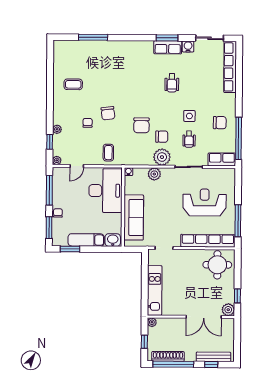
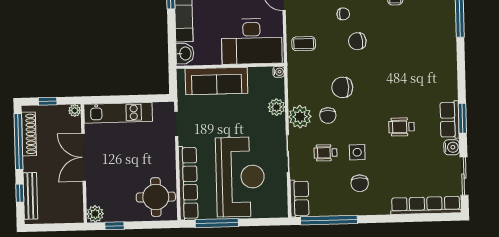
chair: (220, 123) -> (360, 183), moved
reception desk: (205, 202) -> (240, 177), width x1.36, depth x1.30
double door: (204, 317) -> (84, 157), moved

